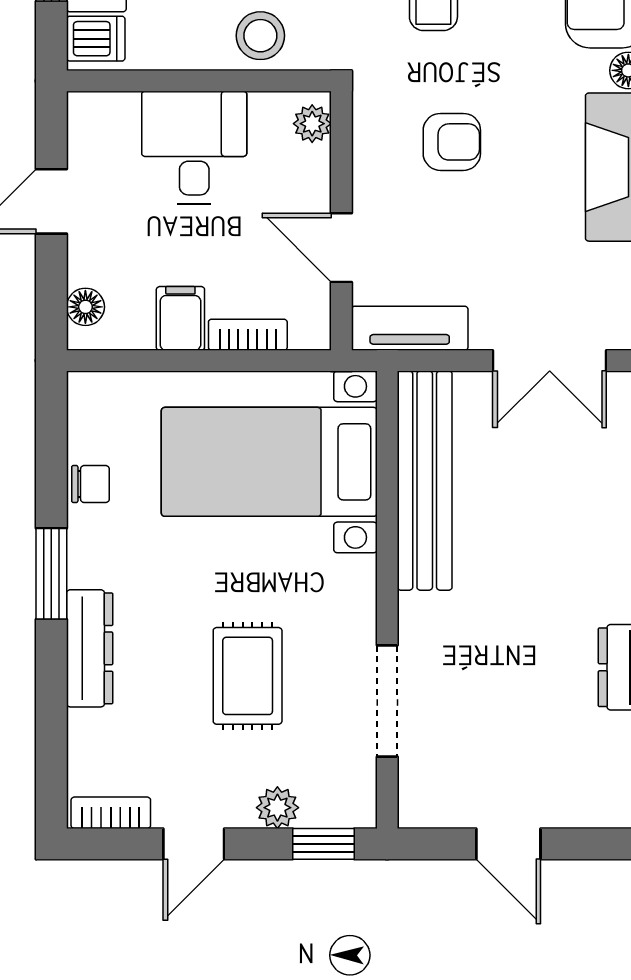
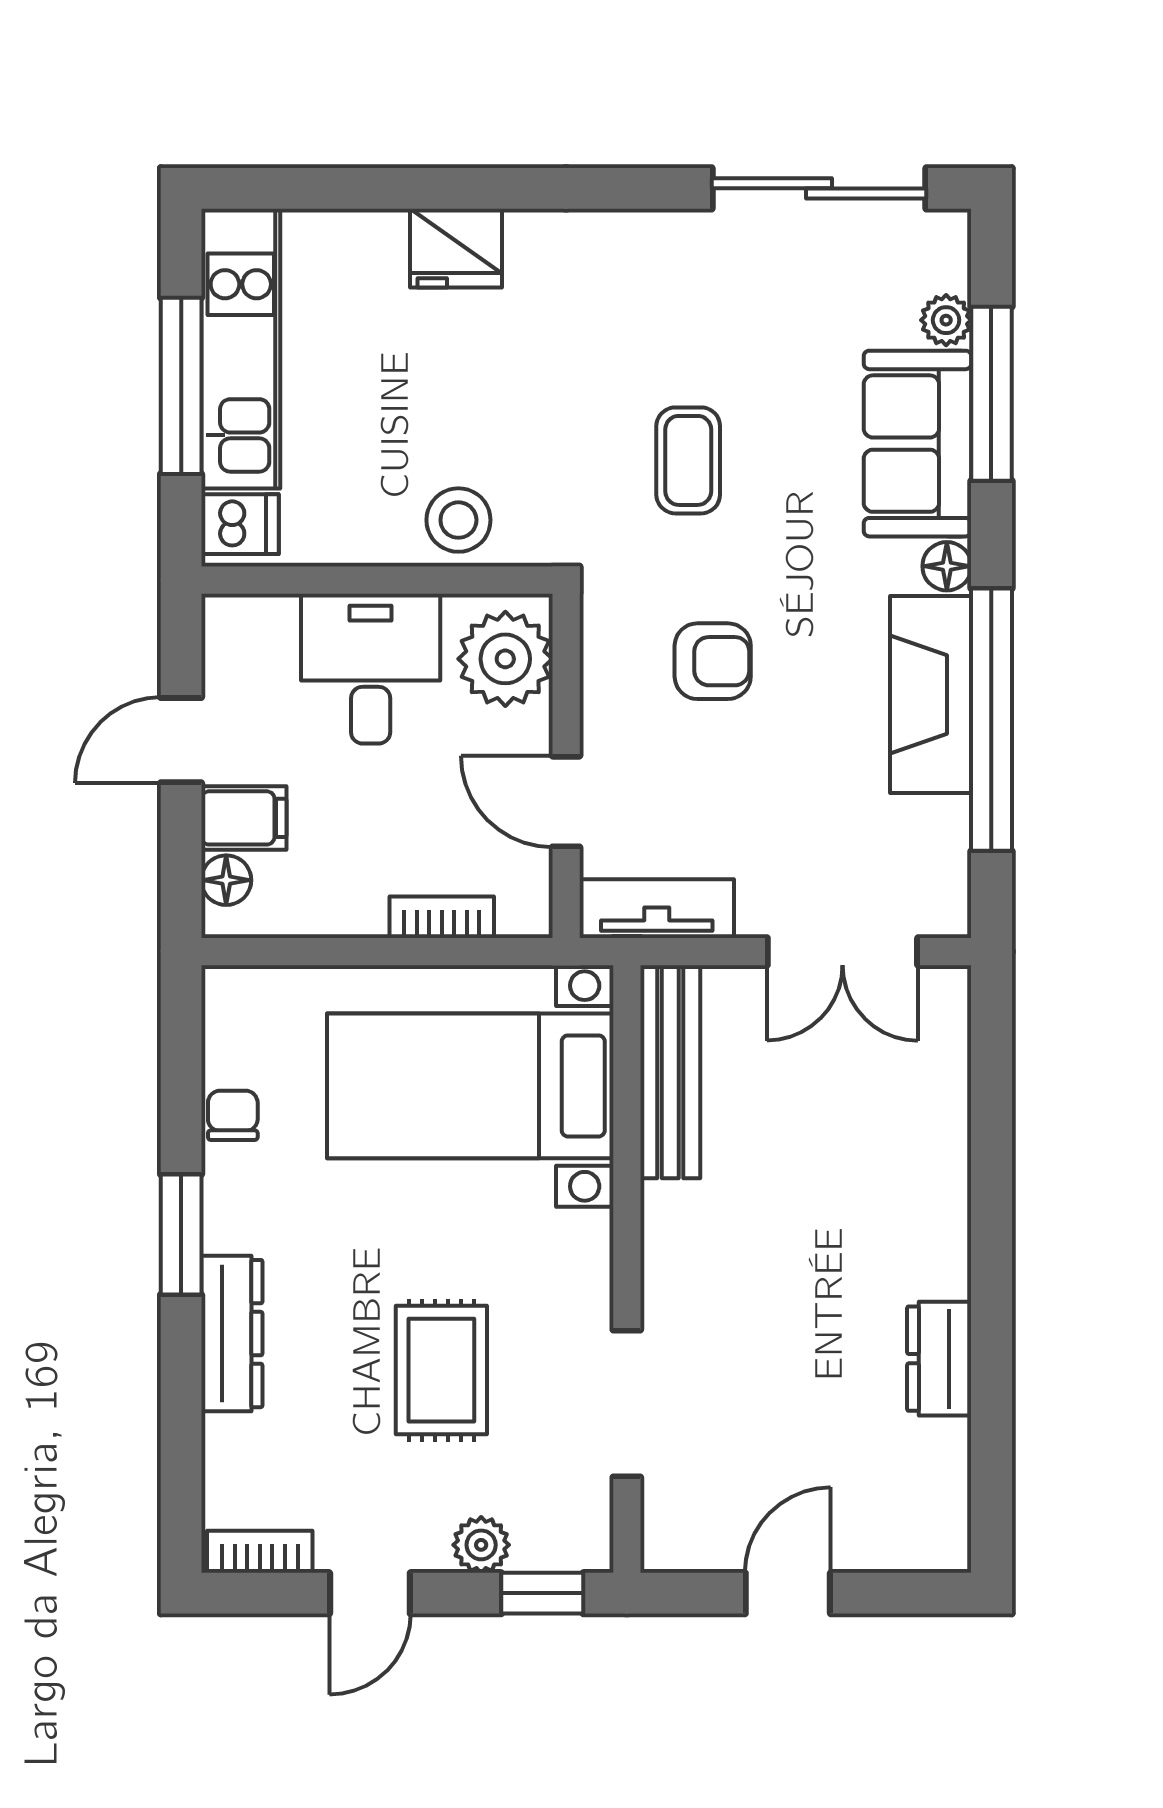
plant: (312, 124) -> (505, 659), width x1.88, depth x1.88
filing cabinet: (180, 318) -> (244, 818), moved, turned 90
bench: (425, 481) -> (670, 1072), width x0.73, depth x0.82
chair: (90, 484) -> (233, 1115), turned -90
door: (508, 844) -> (788, 1593), swing flipped

